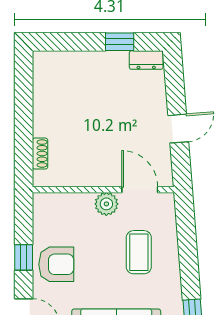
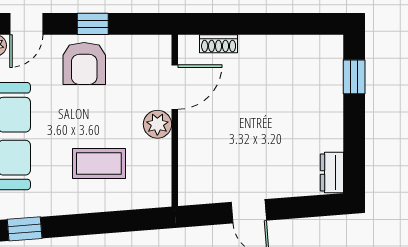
window: (120, 42) -> (354, 77), moved
door: (140, 190) -> (175, 87), moved

